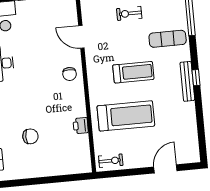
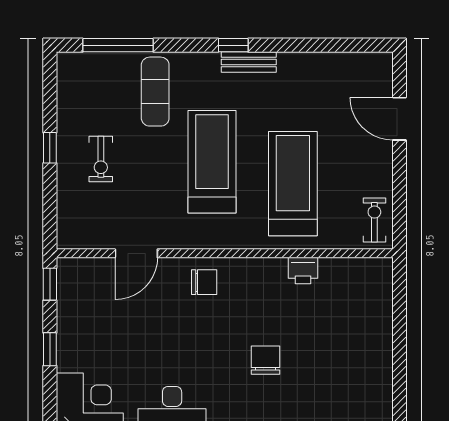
treadmill: (133, 72) -> (212, 162), width x1.37, depth x1.38
bench: (187, 81) -> (249, 62), width x0.73
chair: (30, 136) -> (266, 360), moved

